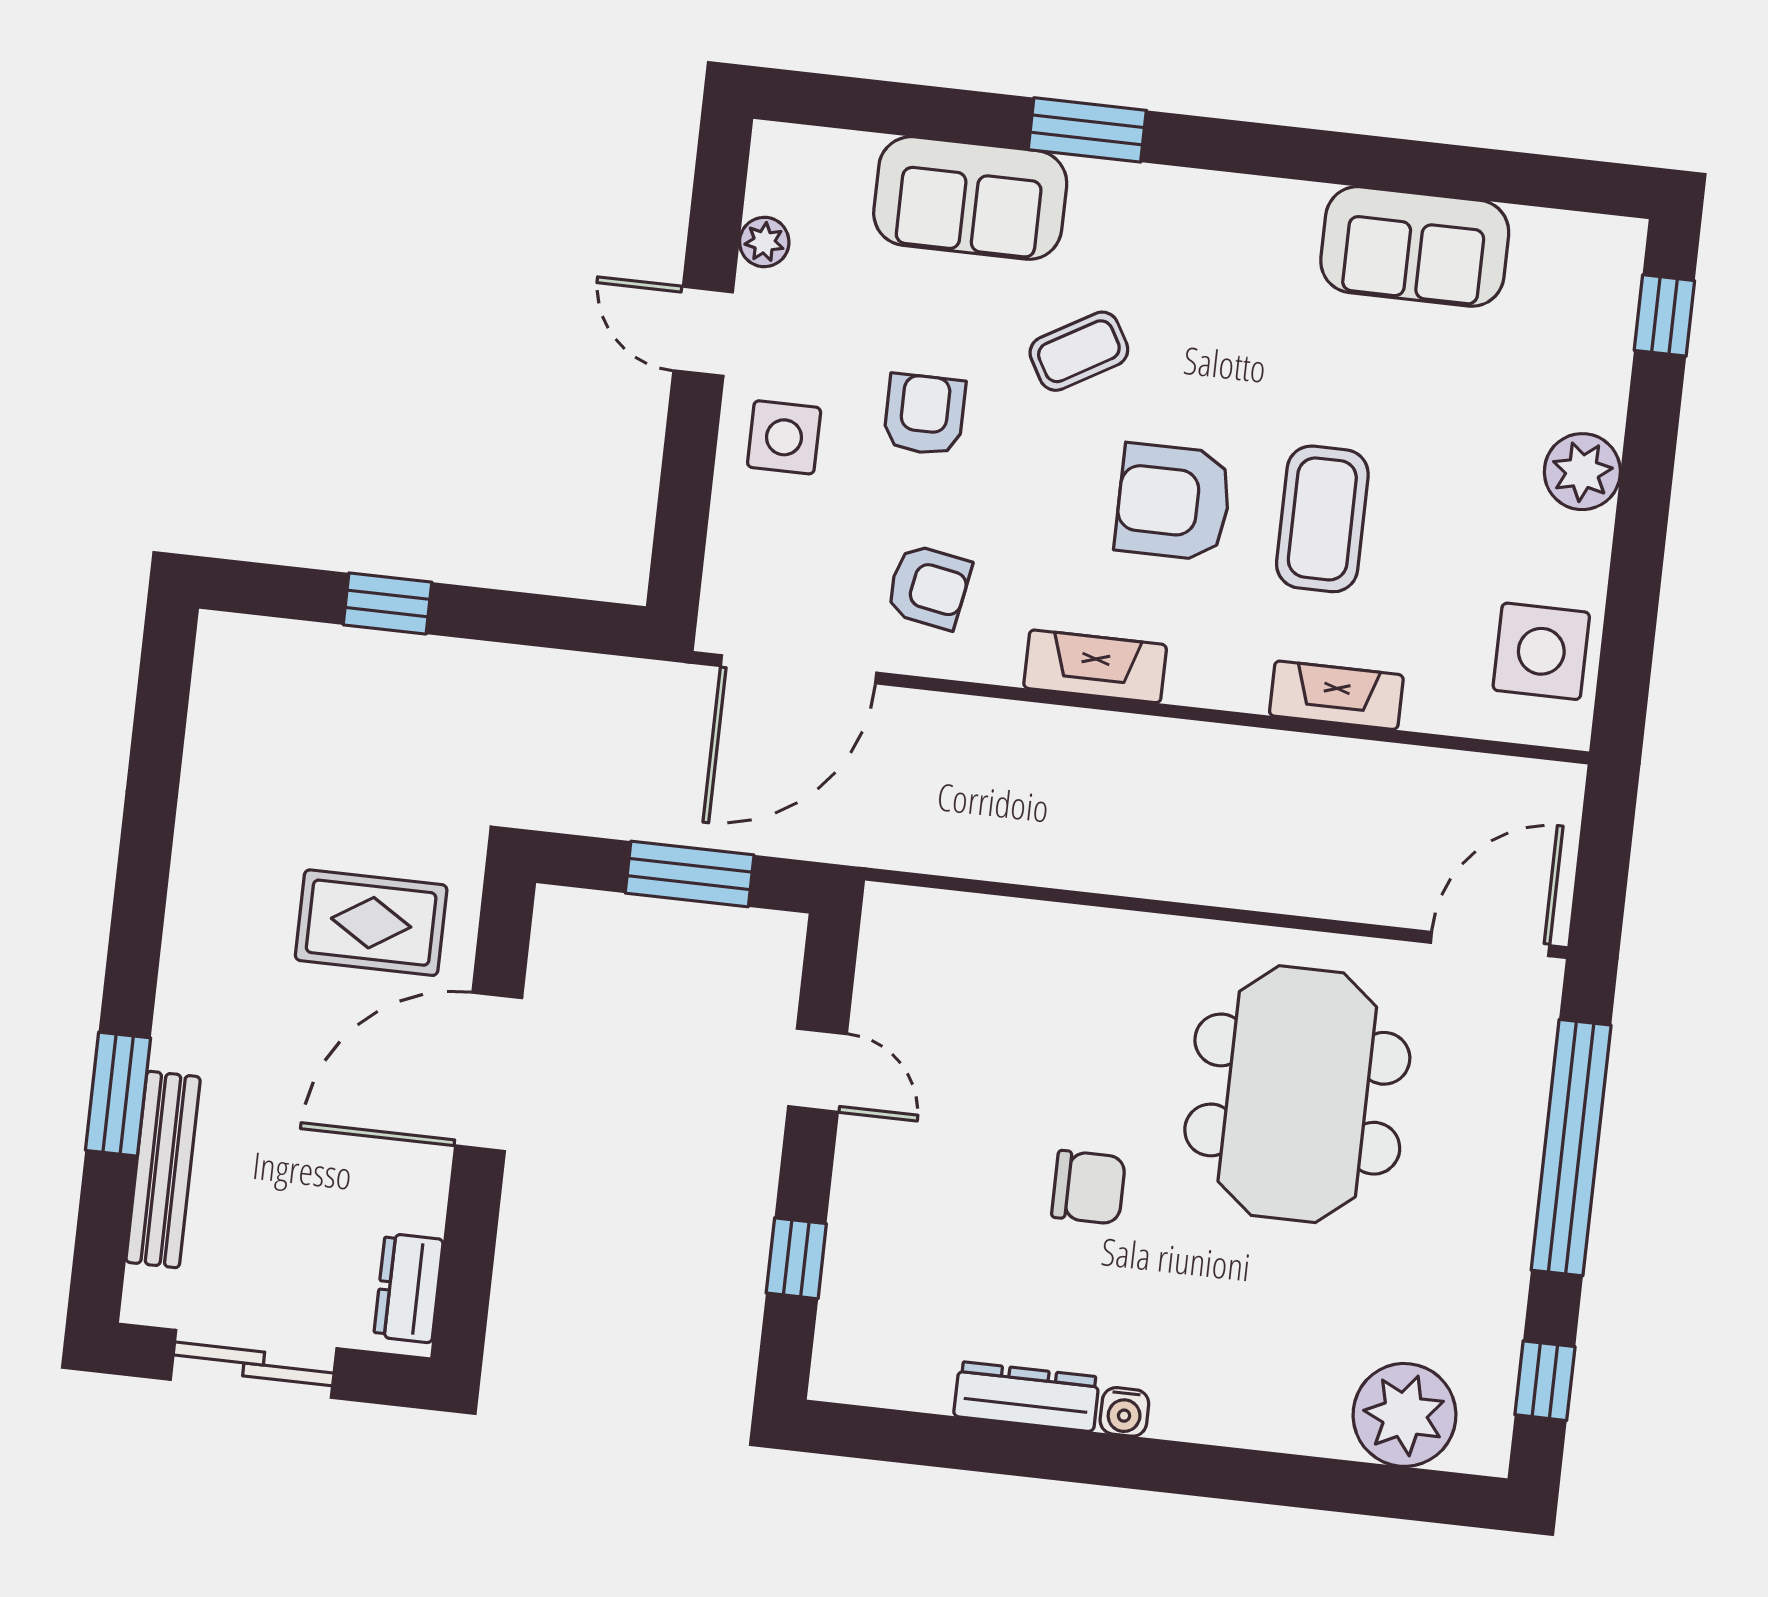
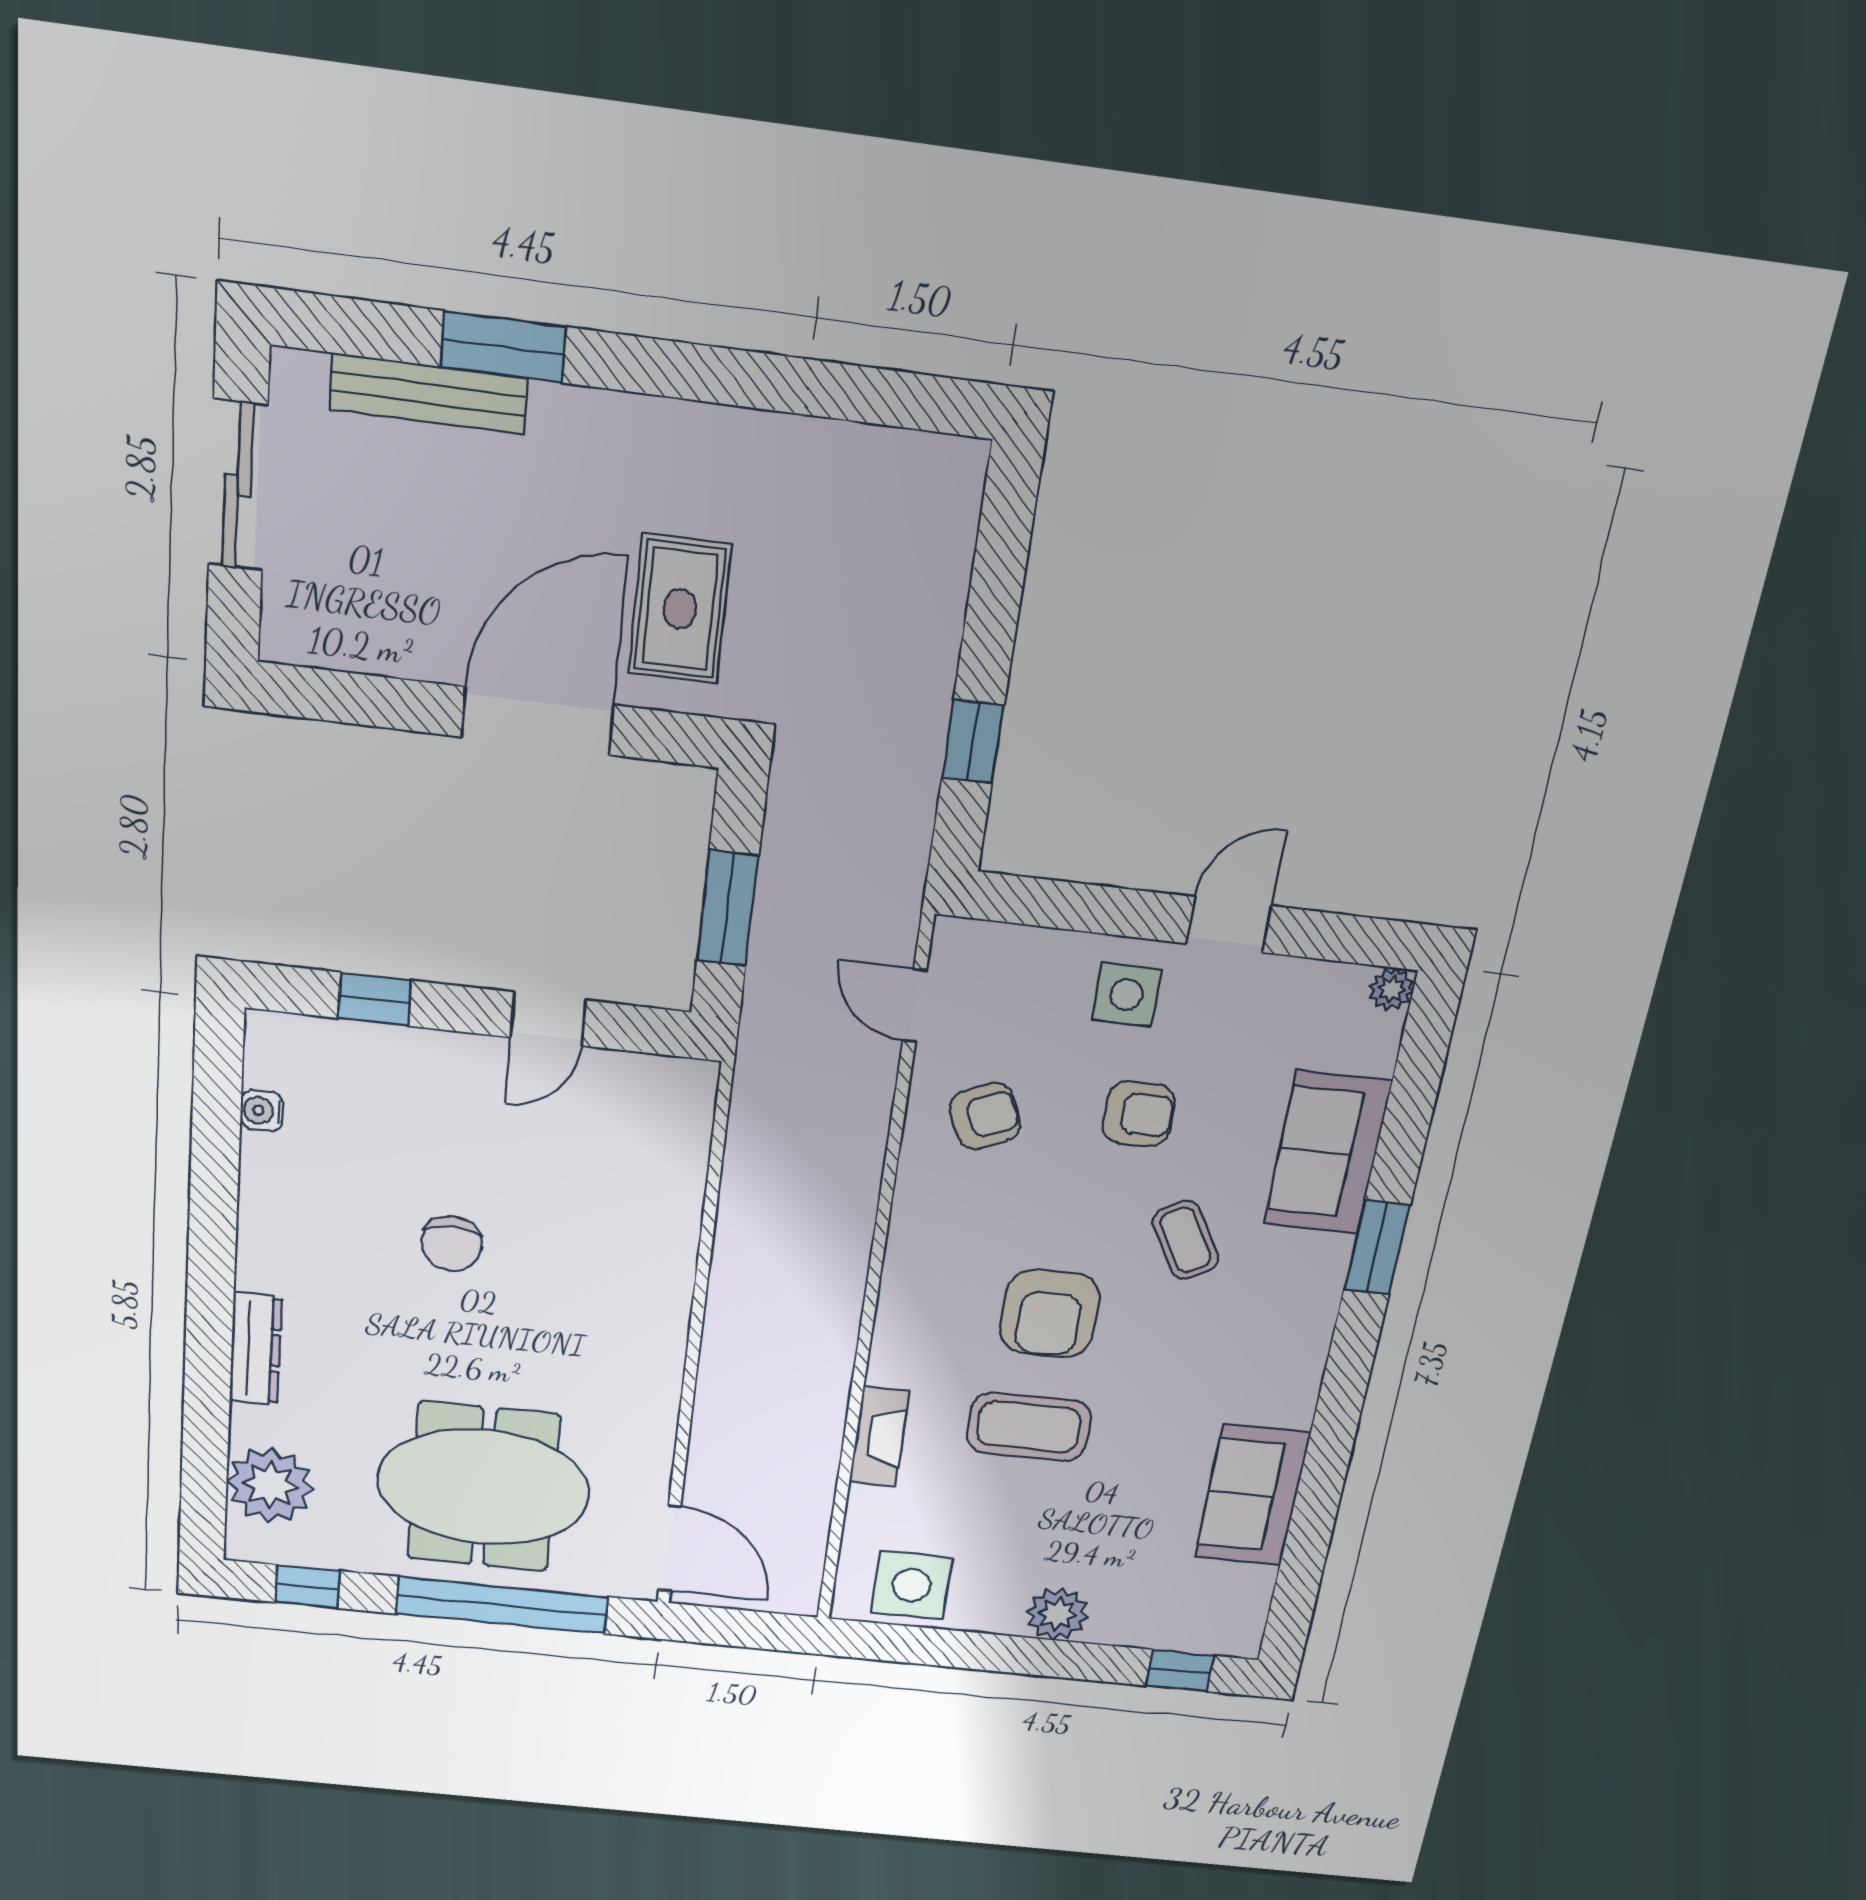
plant: (764, 242) -> (1392, 989), moved
armchair: (1173, 502) -> (1050, 1313), turned 180
armchair: (929, 587) -> (985, 1116), turned -124
window: (388, 603) -> (973, 742), moved
fireplace: (1095, 666) -> (910, 1251), removed
door: (799, 669) -> (915, 1006), width x0.53
door: (489, 1072) -> (537, 721), hinge flipped
meeting table: (1297, 1094) -> (484, 1487), moved
dresser: (409, 1288) -> (324, 641), removed
dresser: (1026, 1397) -> (256, 1349), moved
water cooler: (1124, 1412) -> (262, 1111), moved

